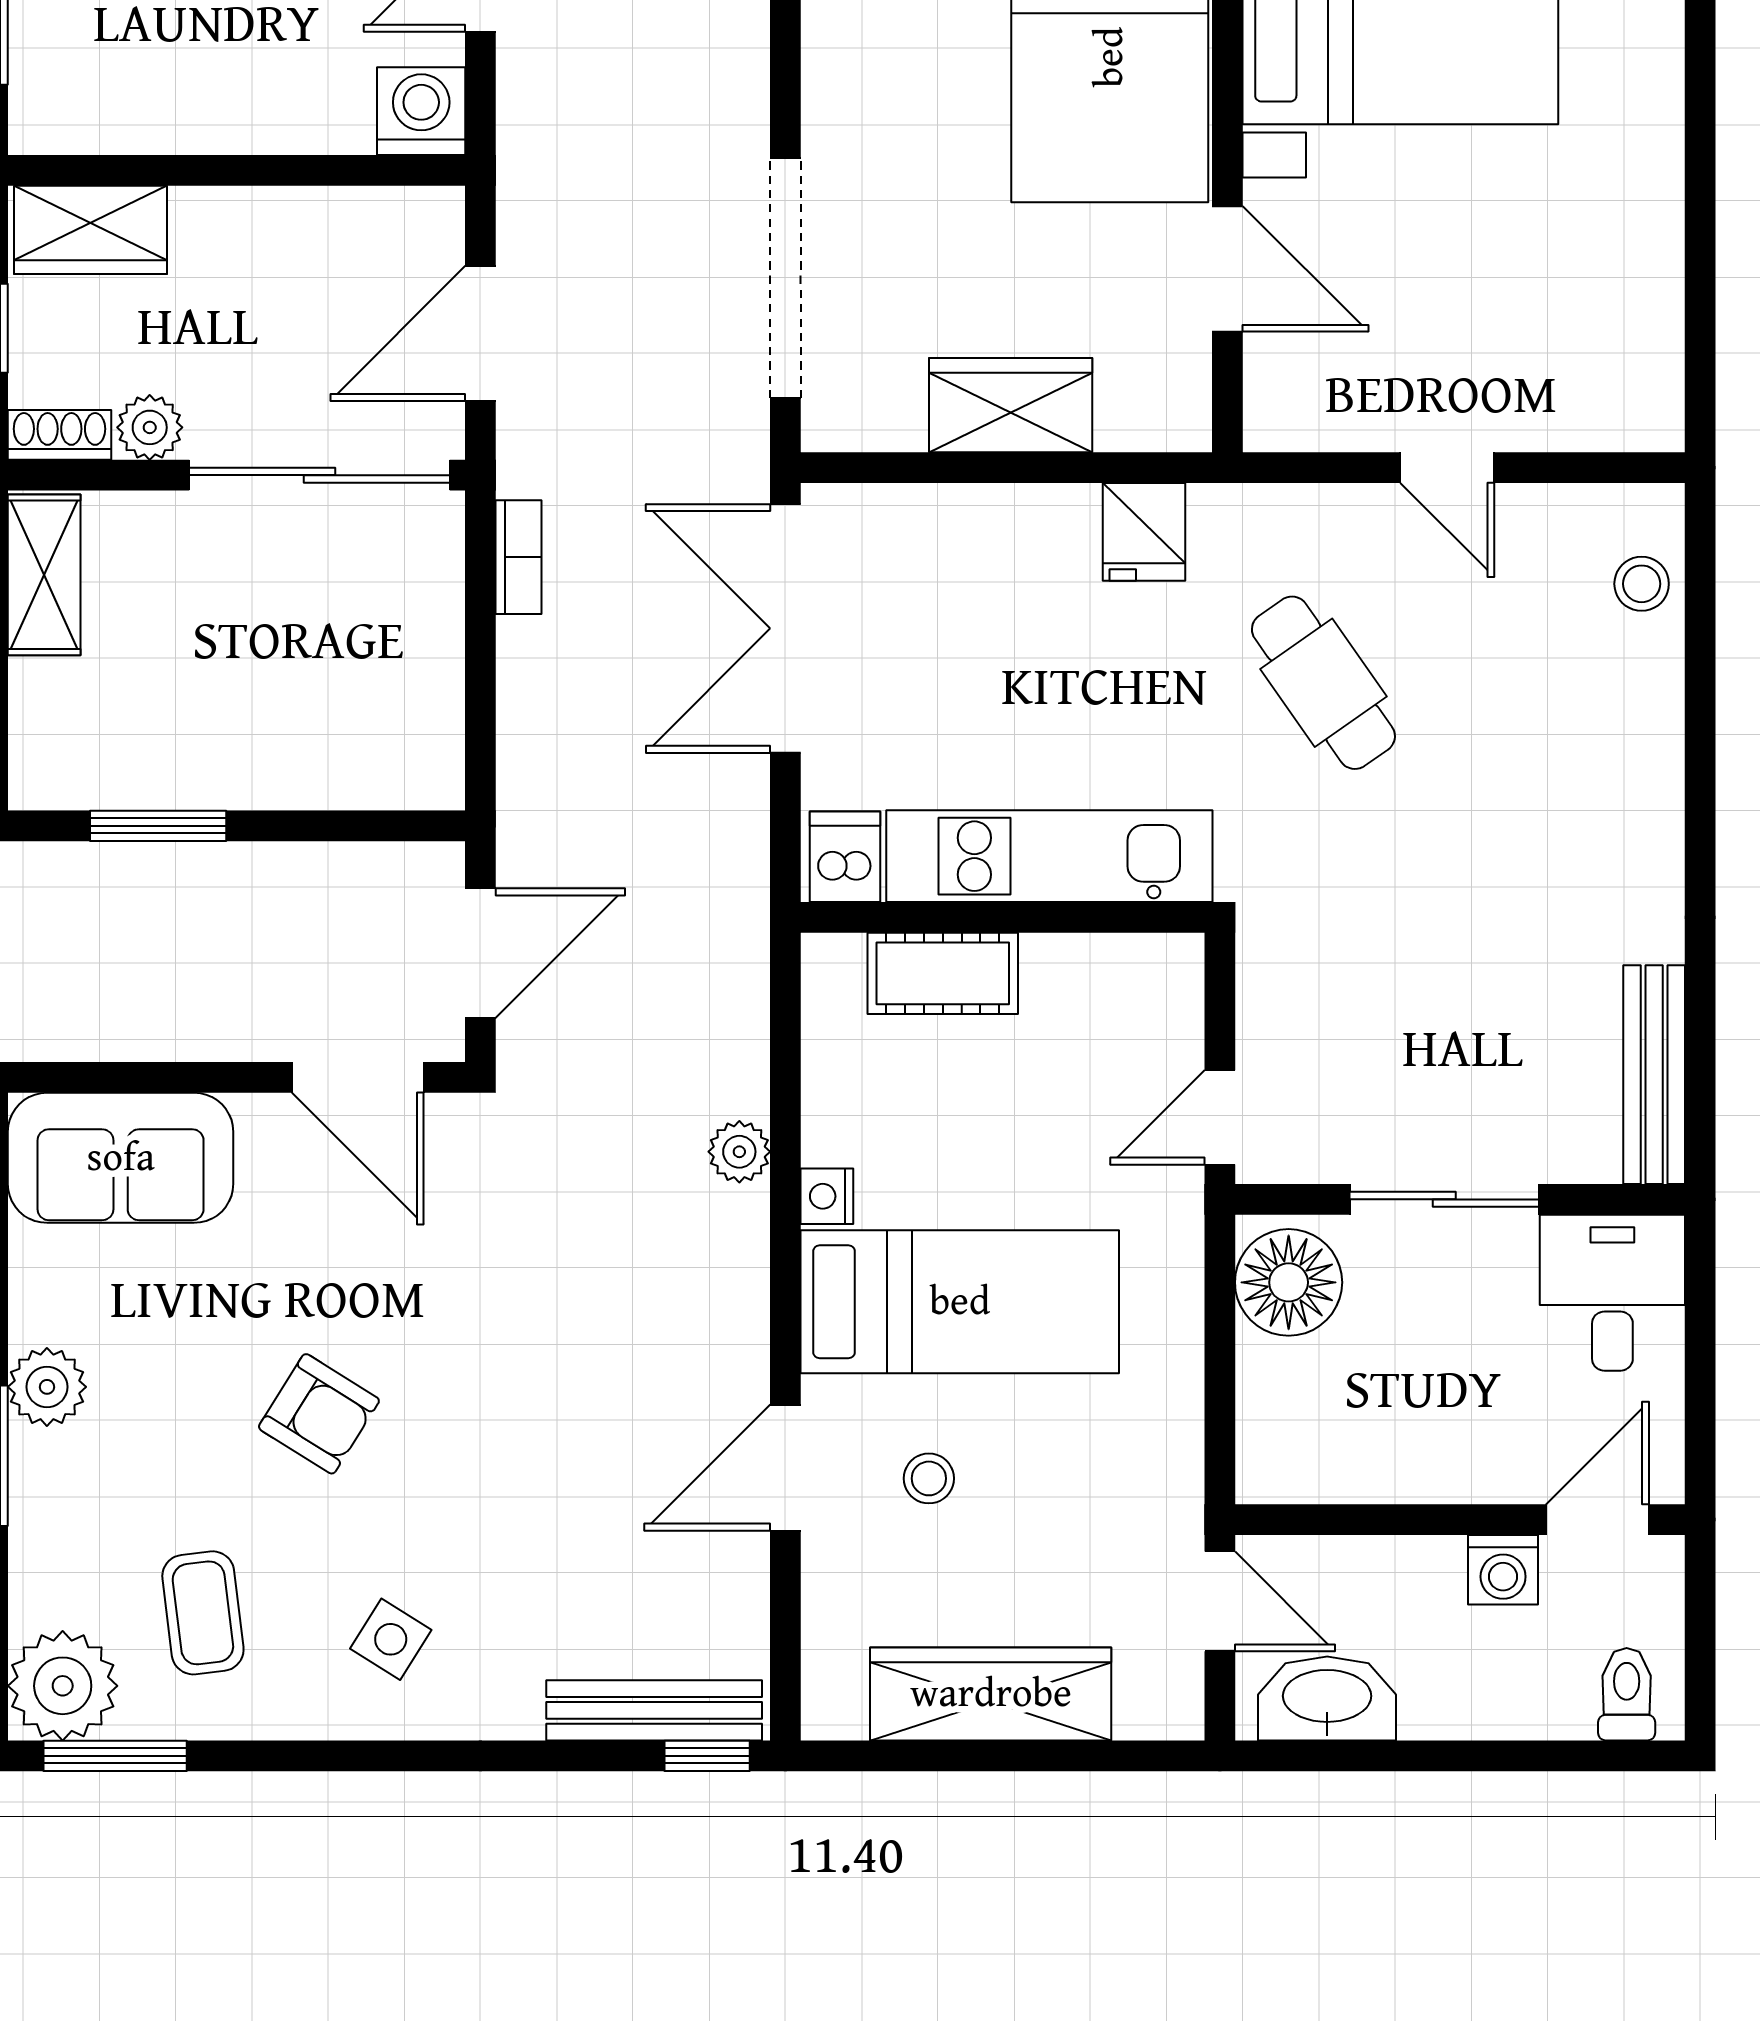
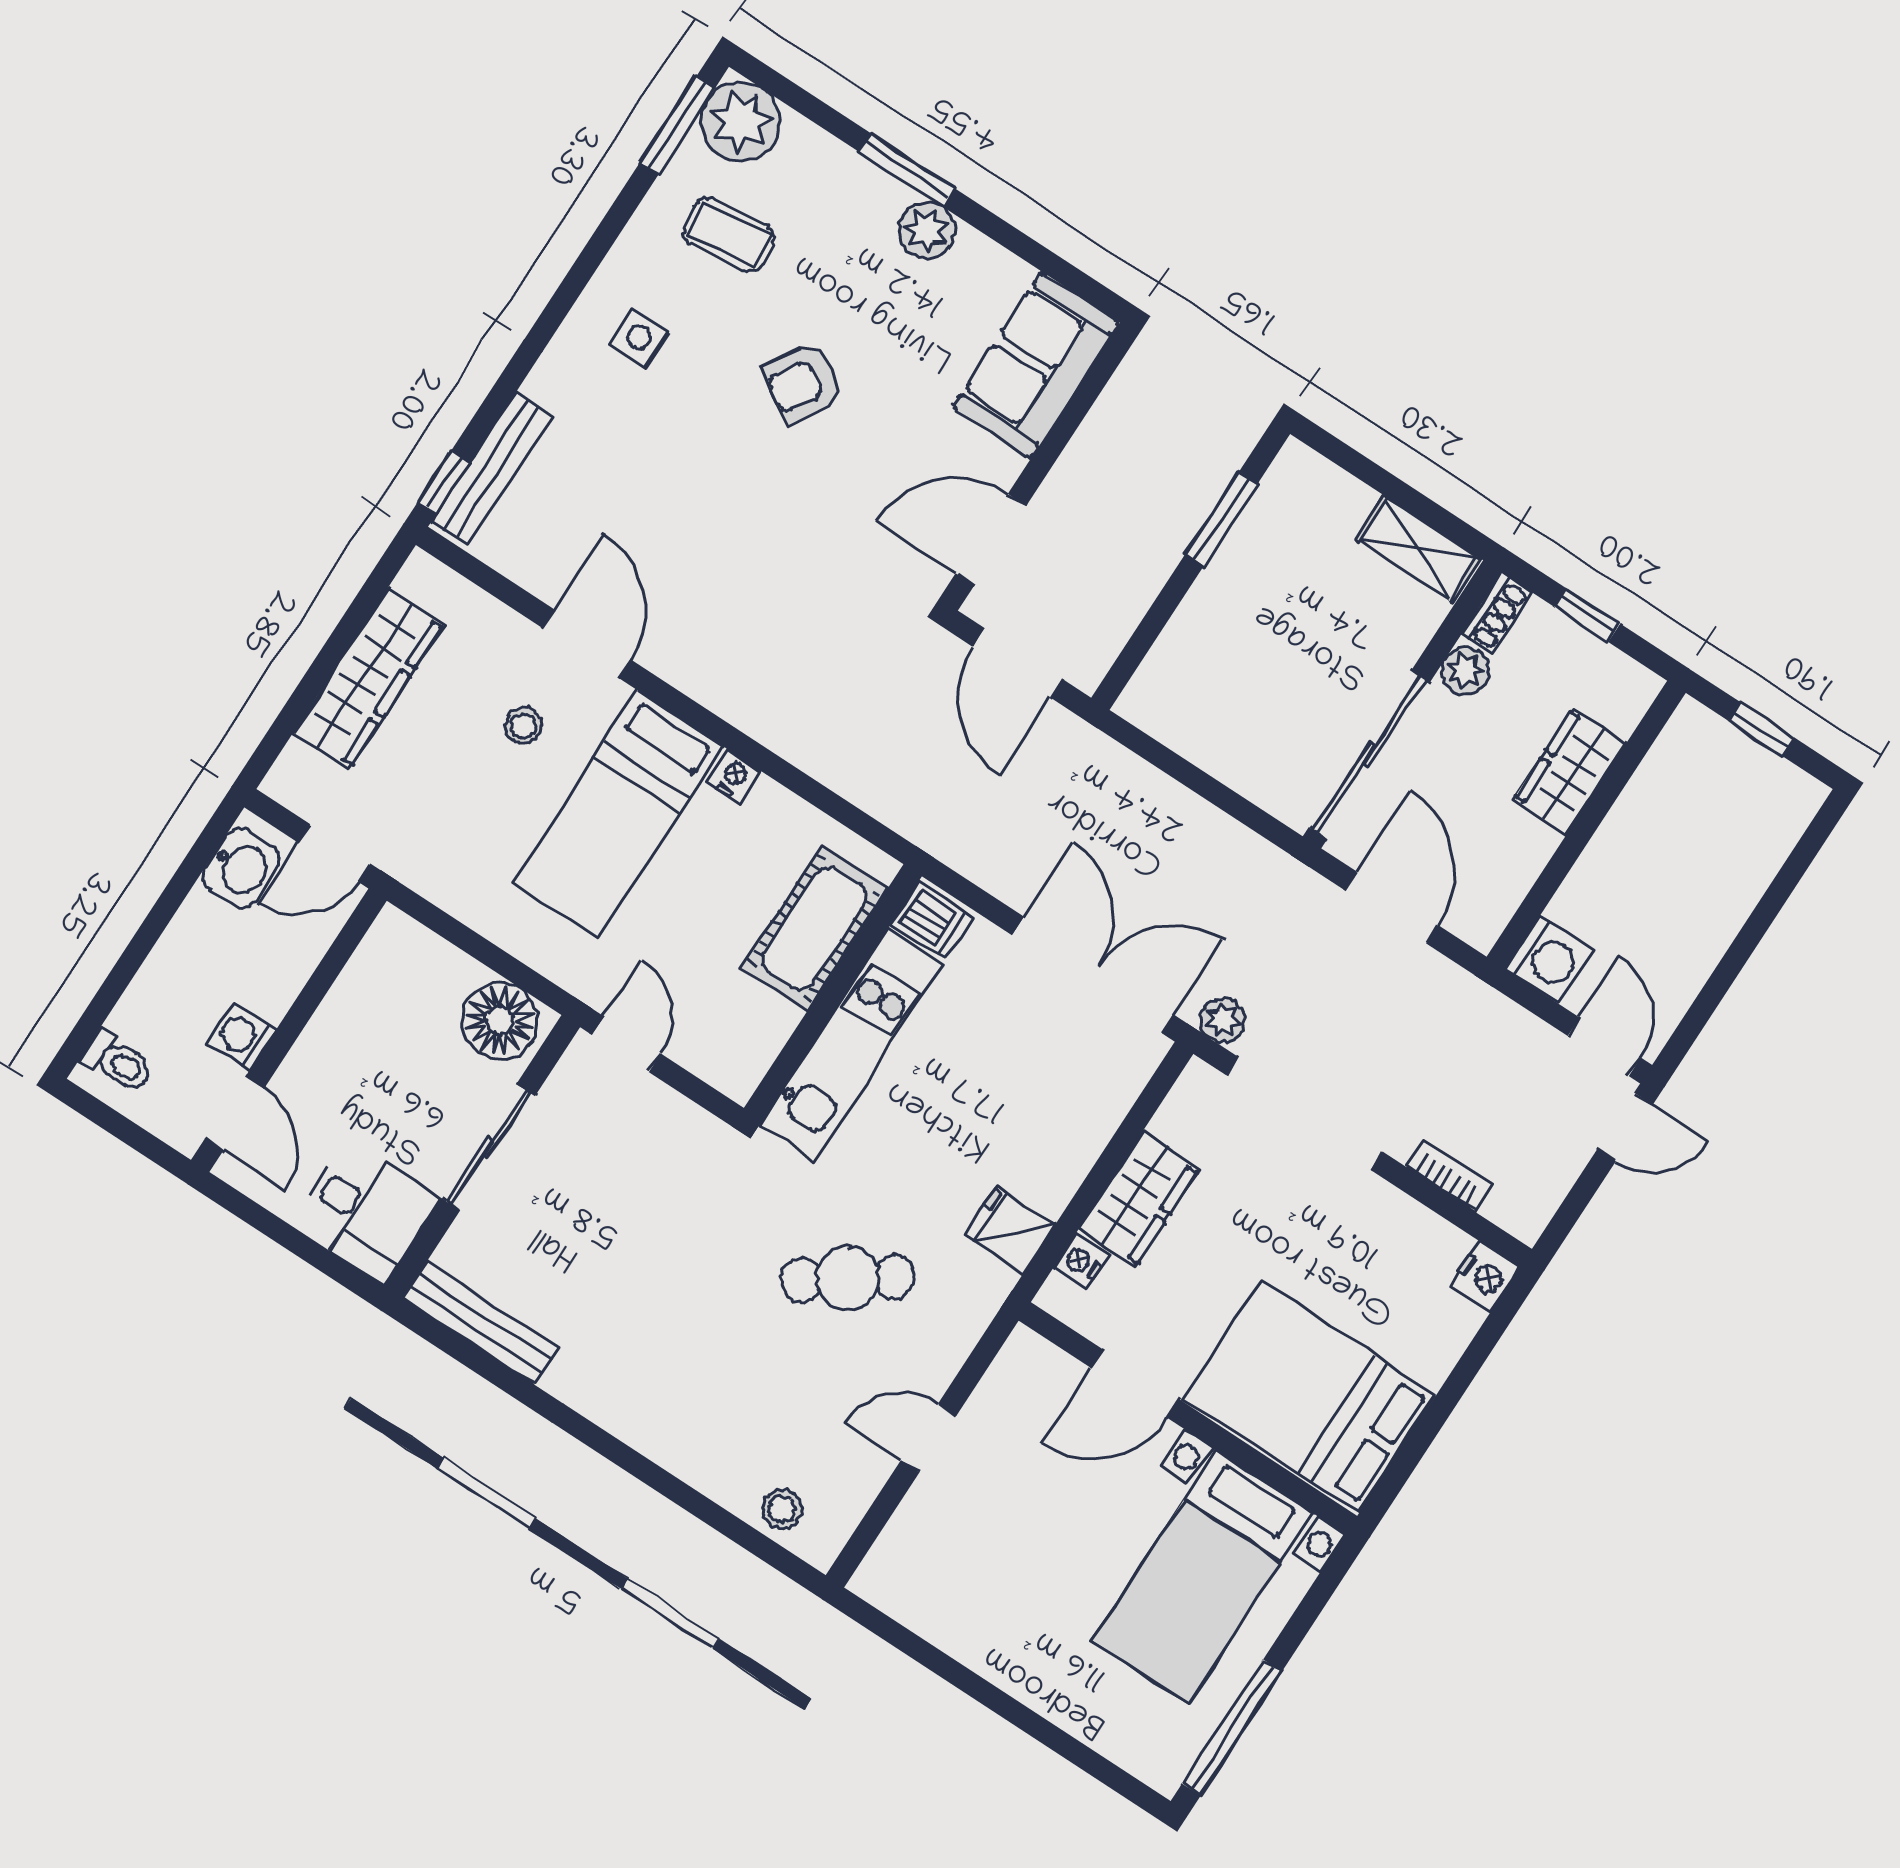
wardrobe: (90, 230) -> (1570, 771), moved
nightstand: (1127, 425) -> (1081, 1262), added
bookcase: (519, 557) -> (1449, 1175), moved, turned 180
cot: (943, 973) -> (814, 928), width x1.37, depth x1.34
plant: (739, 1152) -> (1223, 1020), moved
side table: (391, 1639) -> (639, 338), turned -32
washbasin: (1327, 1699) -> (241, 868), width x0.72

